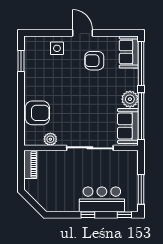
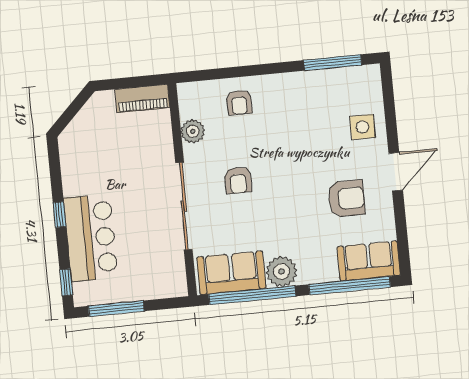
window: (21, 61) -> (333, 63), width x1.44
armchair: (94, 61) -> (346, 198), turned 90
armchair: (37, 113) -> (239, 102), width x0.53, depth x0.53
armchair: (79, 118) -> (238, 180), added

